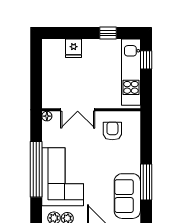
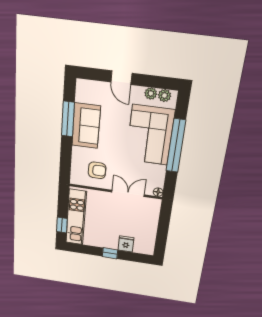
window: (108, 33) -> (110, 253), moved
armchair: (112, 131) -> (97, 170), turned -90
sofa: (127, 196) -> (86, 126), moved

